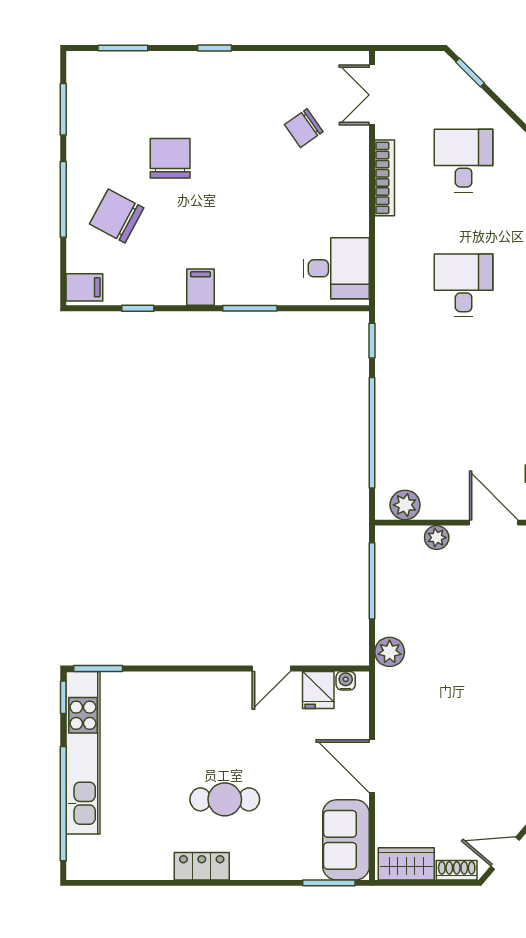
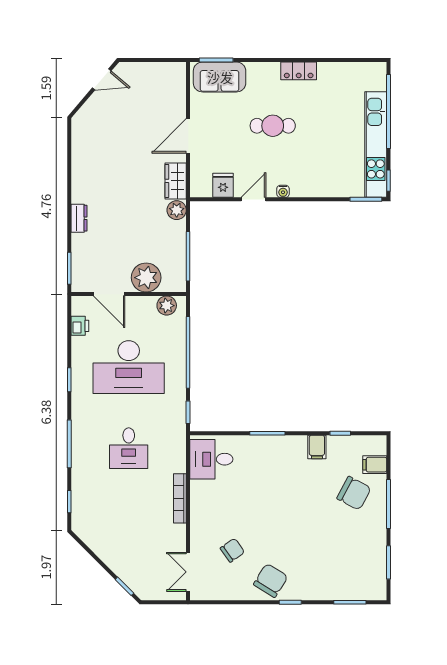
double door: (372, 95) -> (188, 572), swing flipped
chair: (170, 158) -> (271, 580), moved, turned -148
desk: (464, 161) -> (129, 367), moved, width x1.87, depth x1.30
bookcase: (385, 178) -> (180, 498), moved
filing cabinet: (84, 287) -> (375, 465), moved
filing cabinet: (201, 287) -> (317, 447), moved
plant: (437, 538) -> (146, 278), width x1.88, depth x1.88
water cooler: (346, 681) -> (283, 191), moved
door: (372, 766) -> (188, 136), swing flipped
cafe table: (225, 799) -> (273, 126), moved
sofa: (346, 840) -> (220, 77), moved, turned 90
wardrobe: (406, 864) -> (176, 181), moved, turned 90
shoe rack: (457, 870) -> (133, 68), removed

